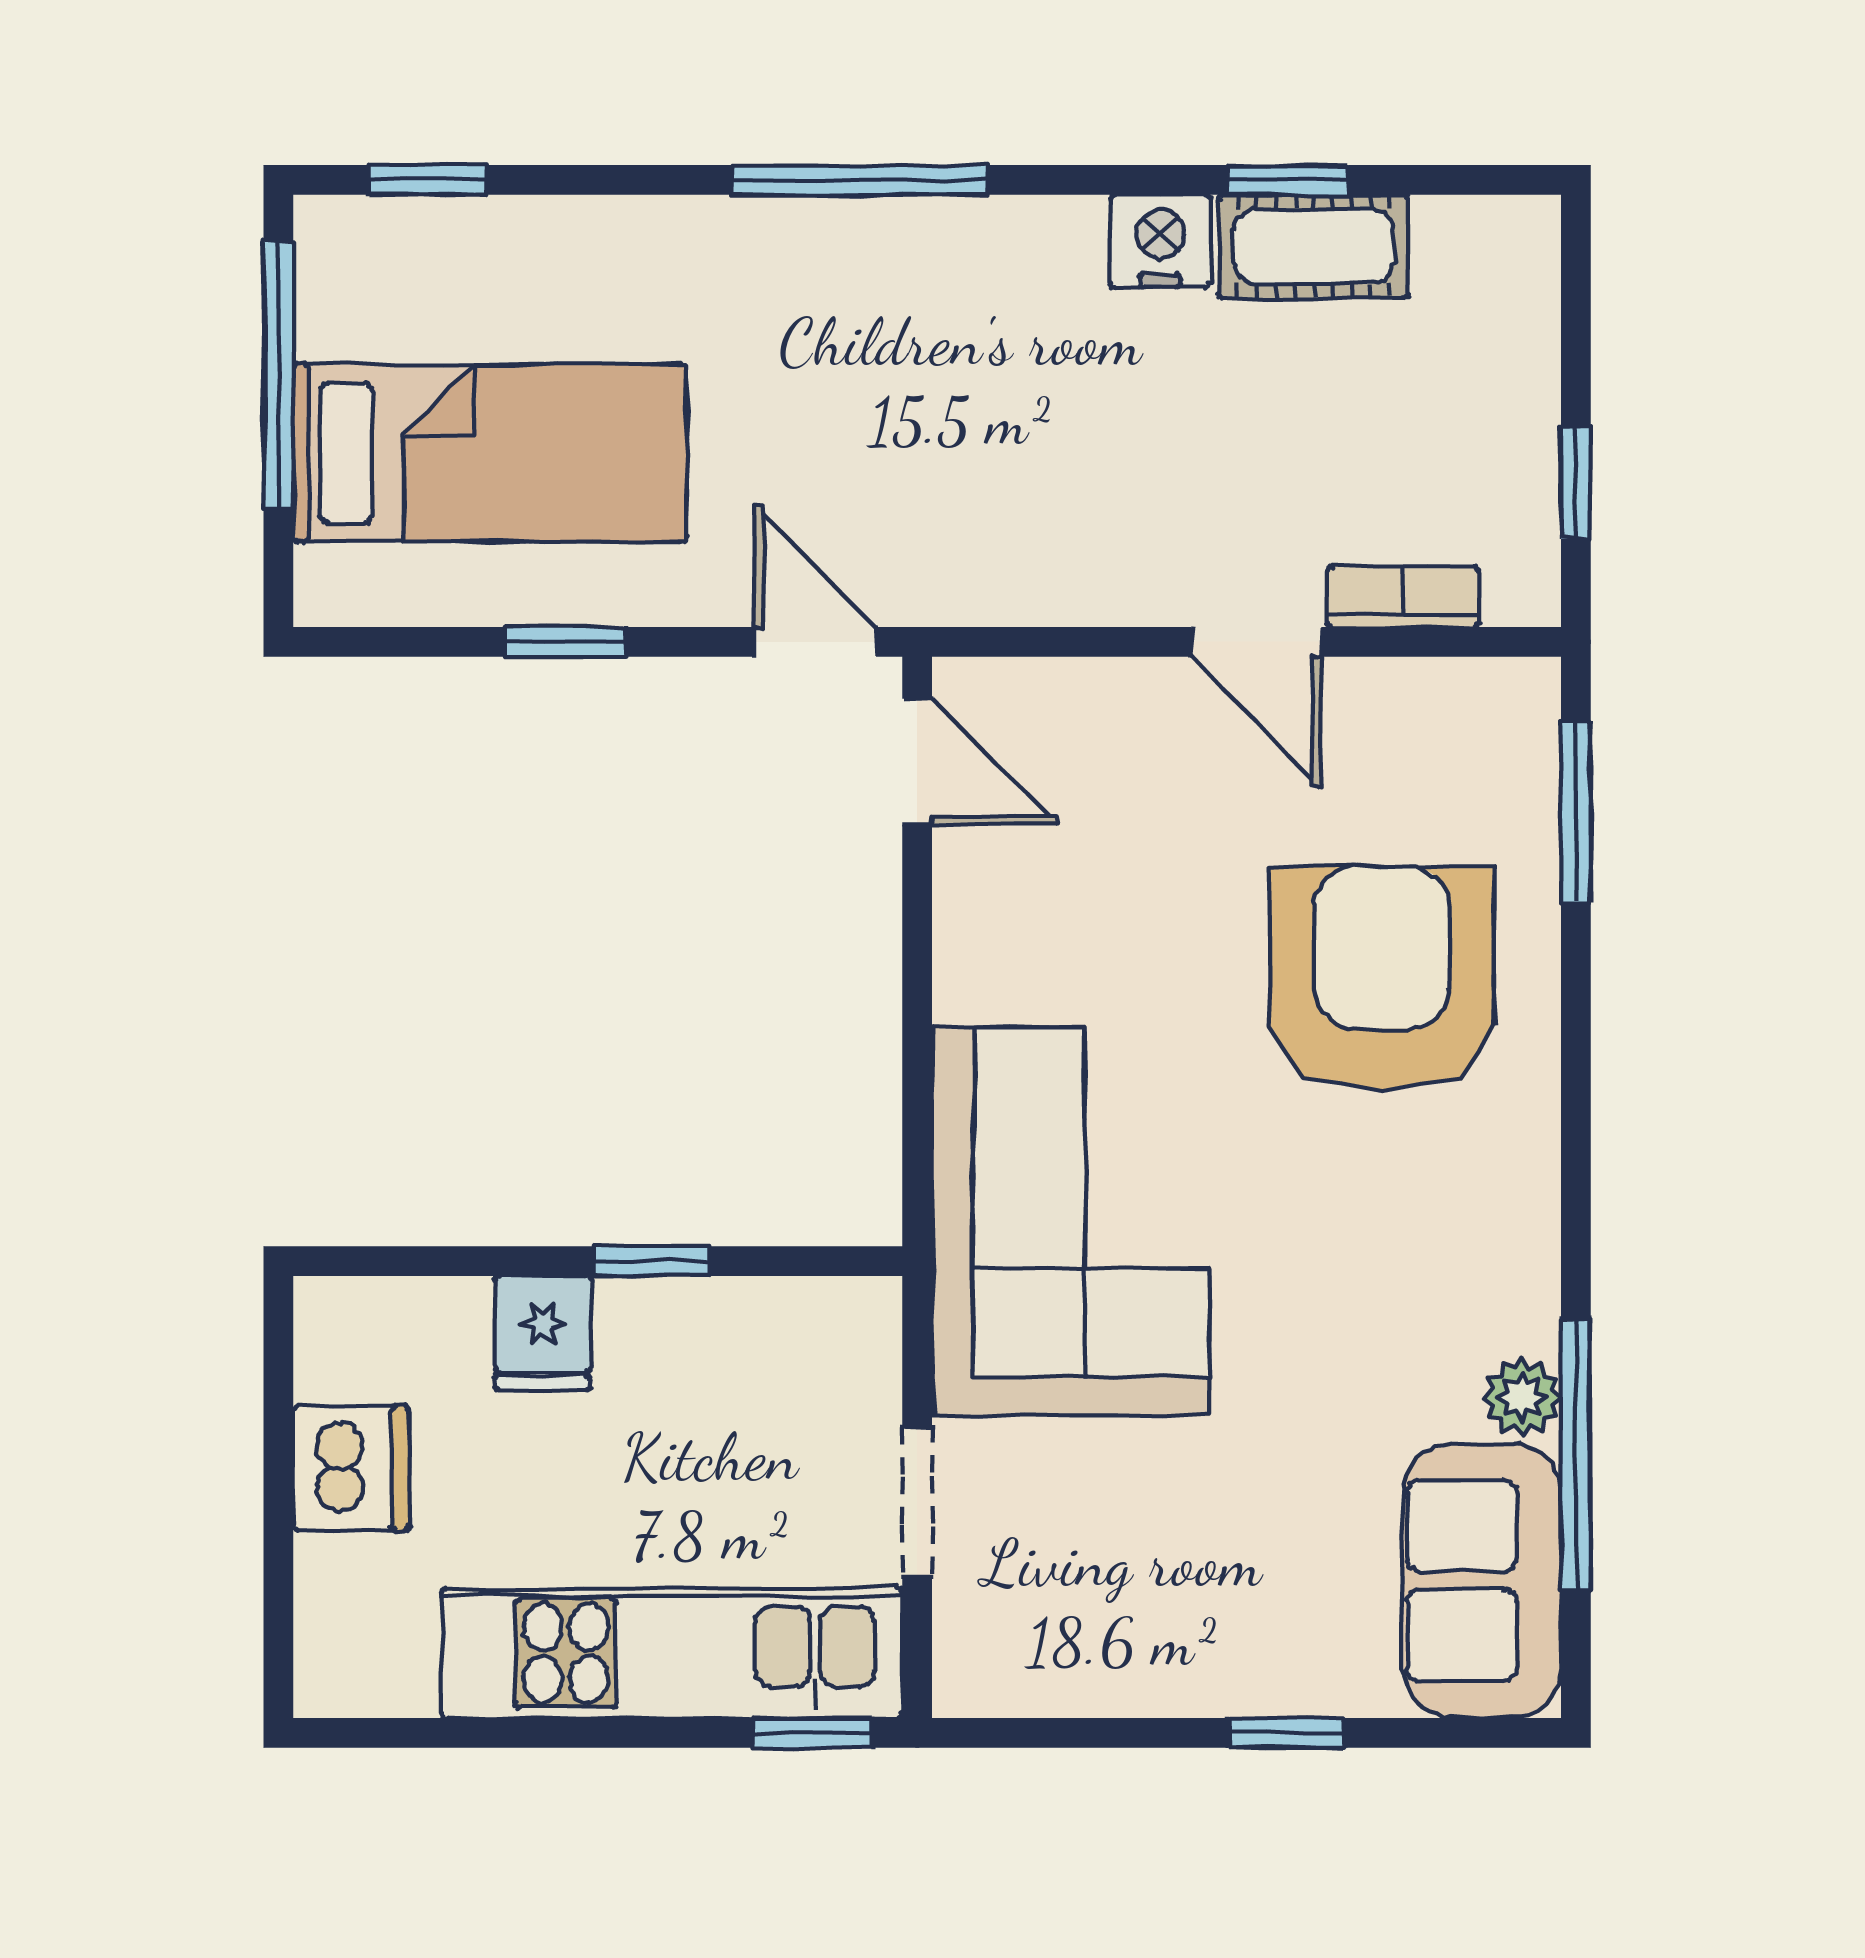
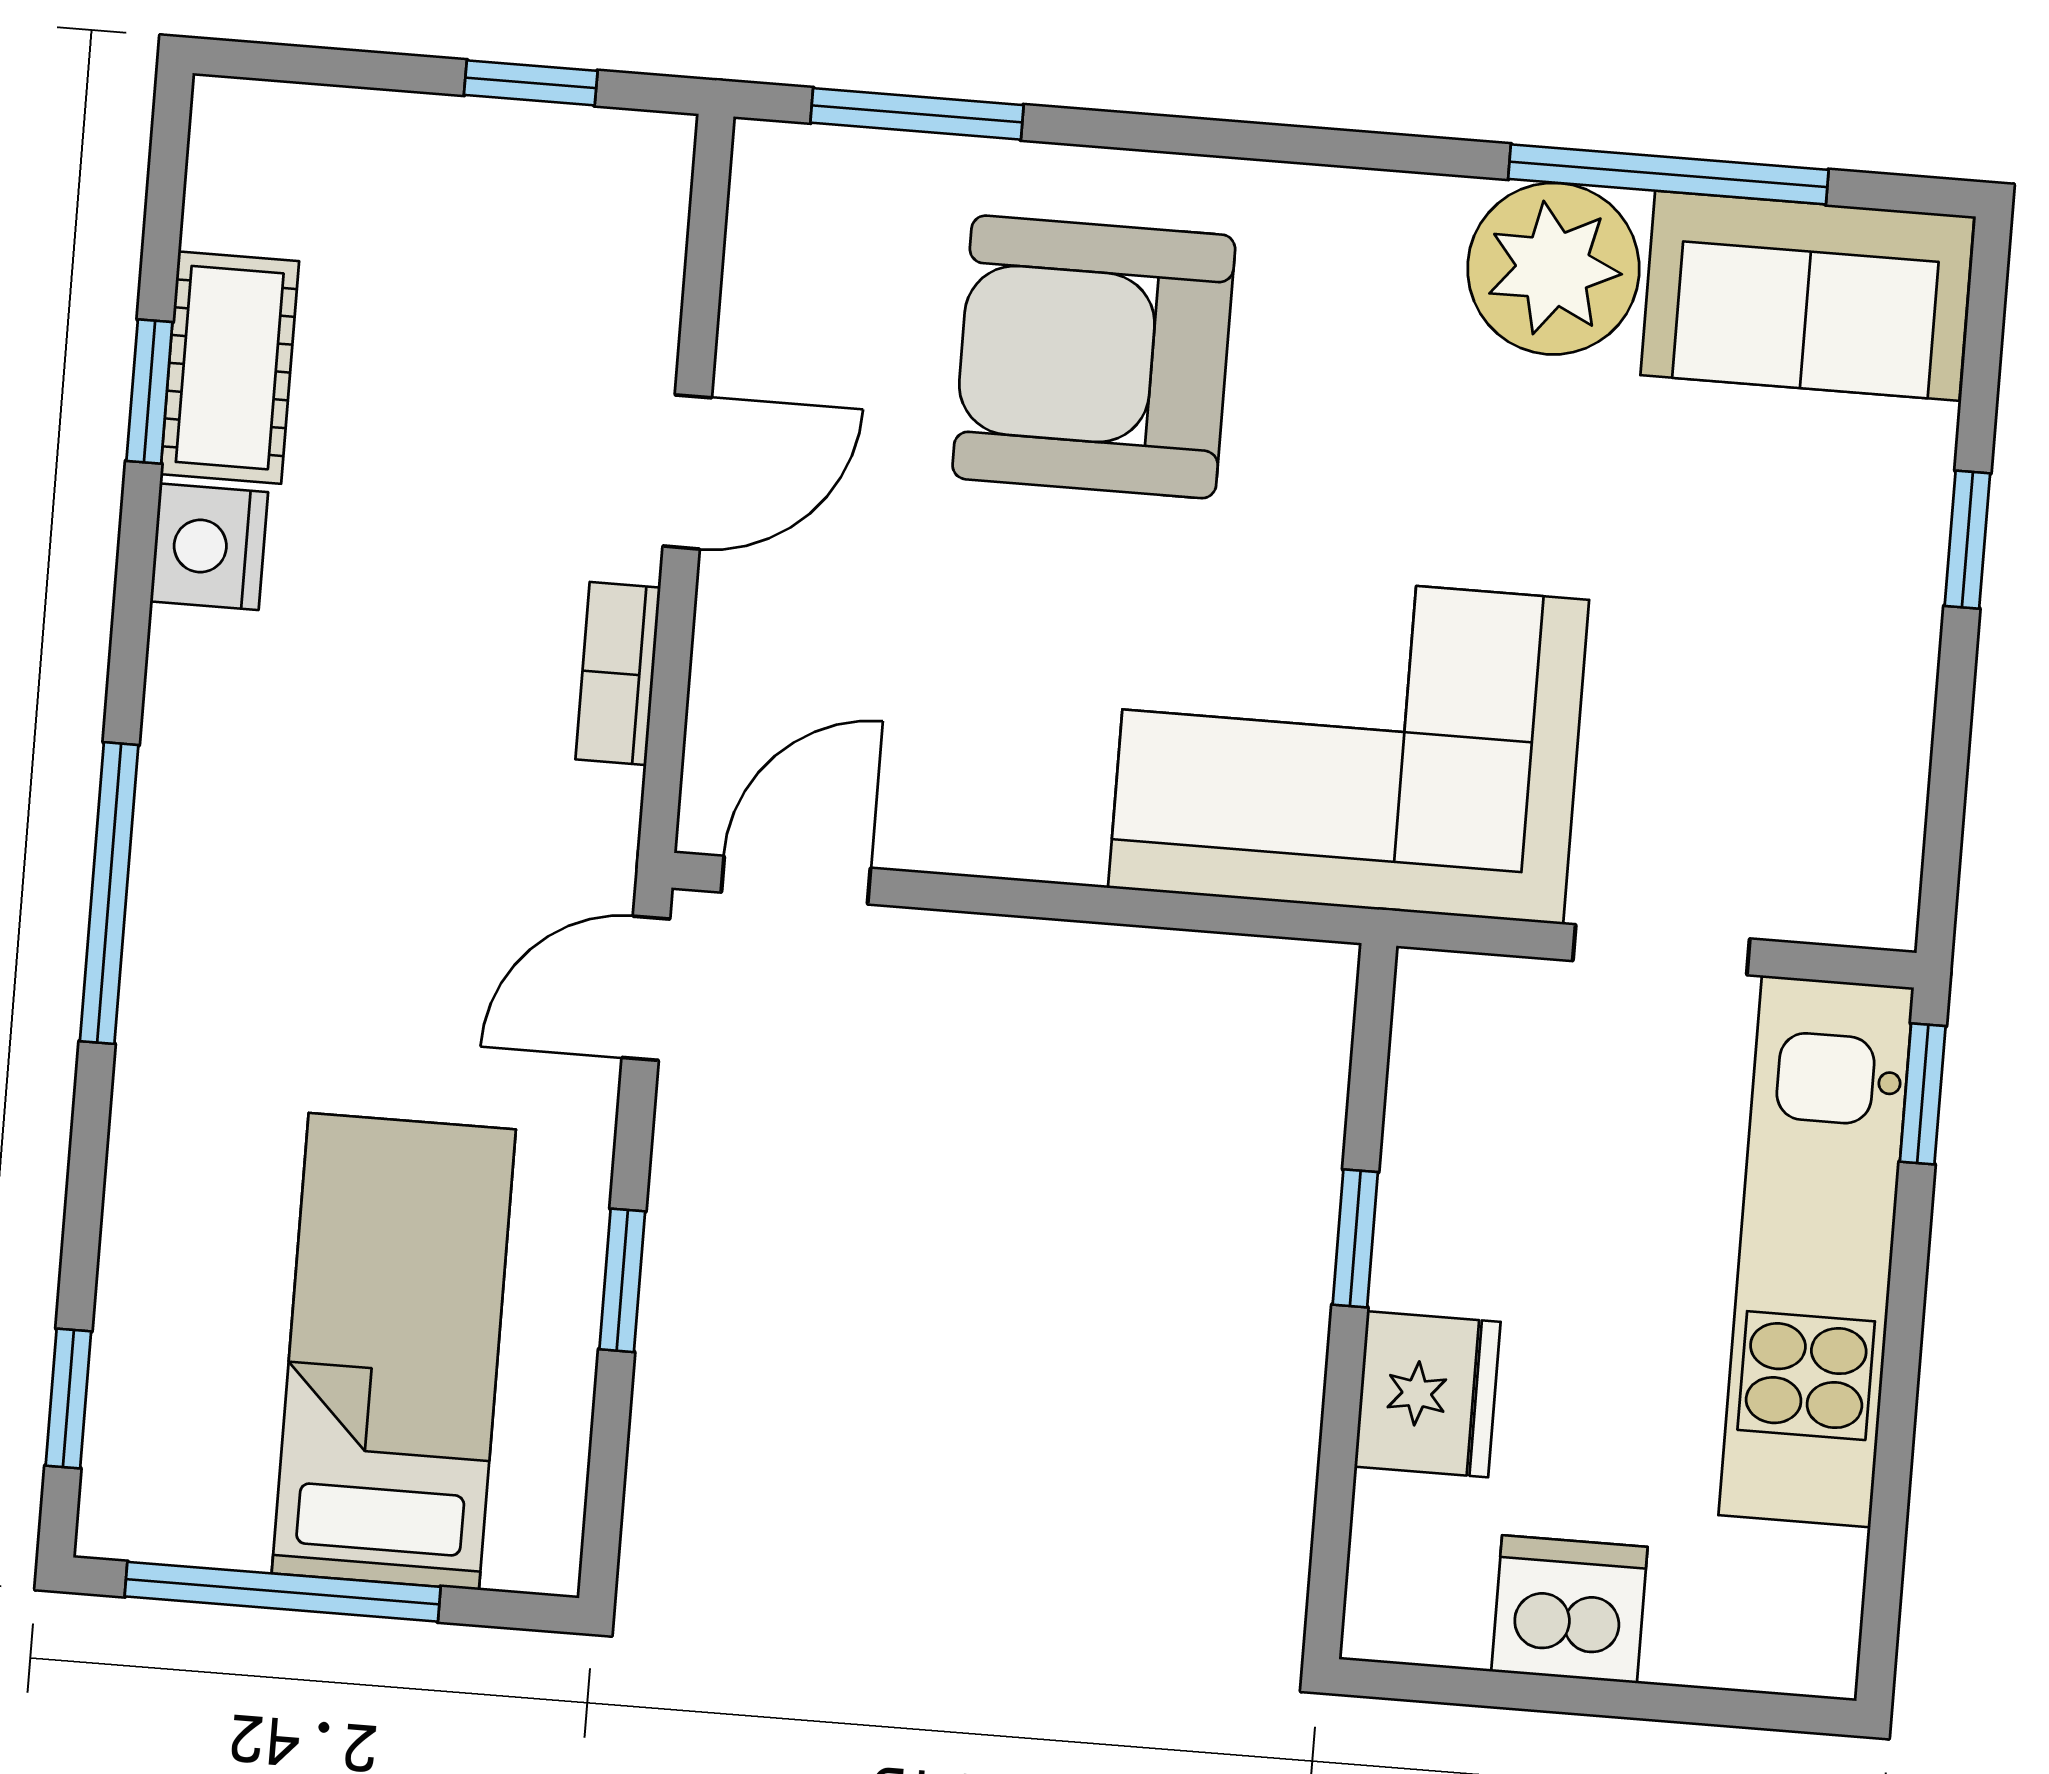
bookcase: (1403, 597) -> (618, 673), moved
fridge: (543, 1333) -> (1427, 1394), width x1.38
plant: (1522, 1397) -> (1553, 269), width x1.88, depth x1.88

